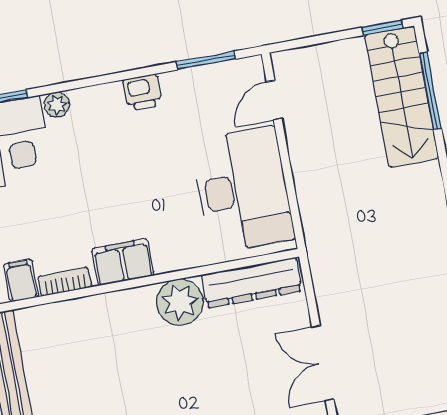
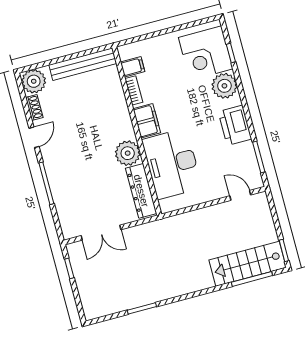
printer: (142, 92) -> (235, 125), width x1.87, depth x1.48
plant: (57, 105) -> (224, 86), width x1.88, depth x1.88
desk: (243, 190) -> (172, 164), moved, turned 90
double door: (323, 363) -> (101, 233), swing flipped

